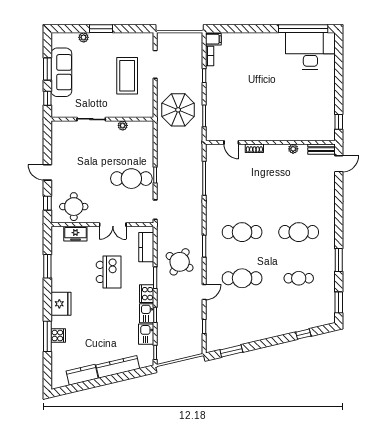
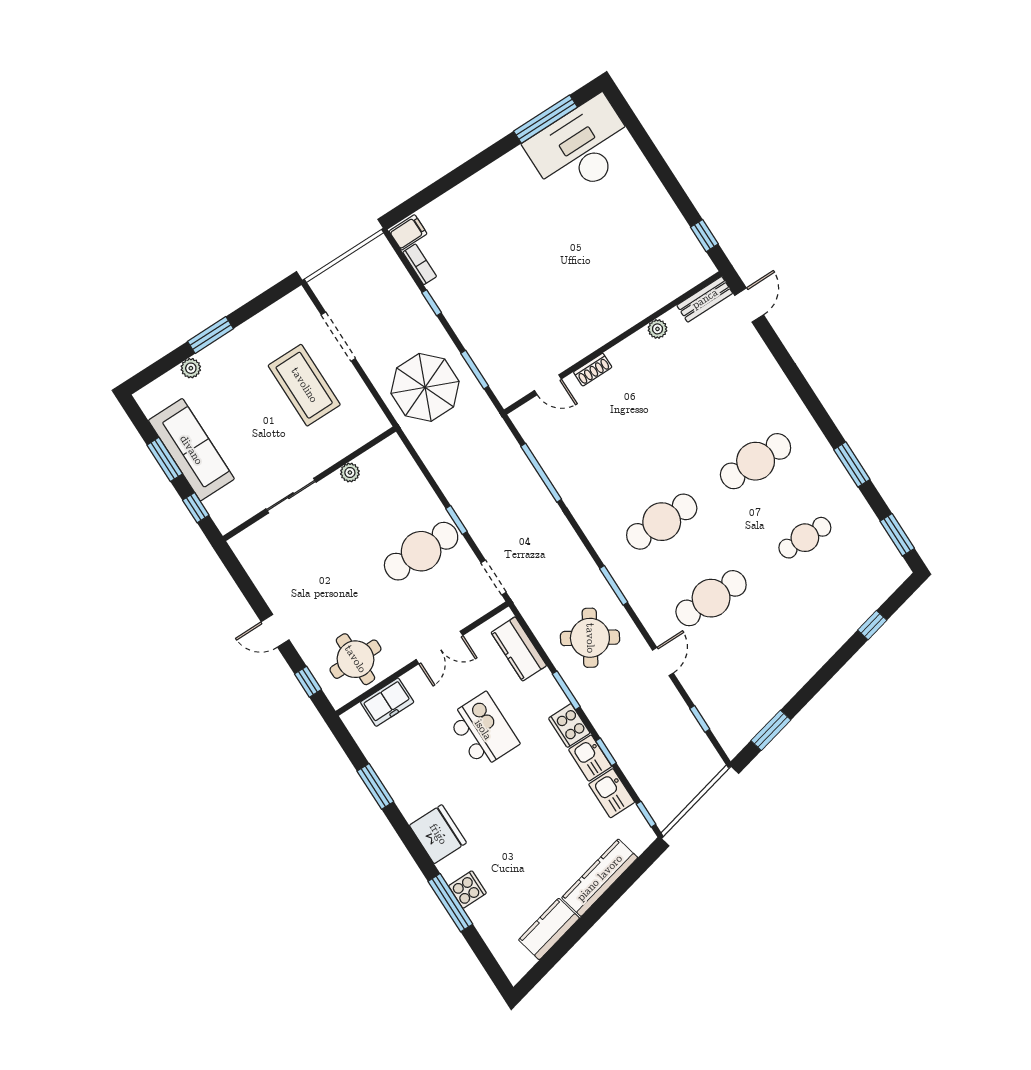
window: (303, 29) -> (545, 119), width x0.68

